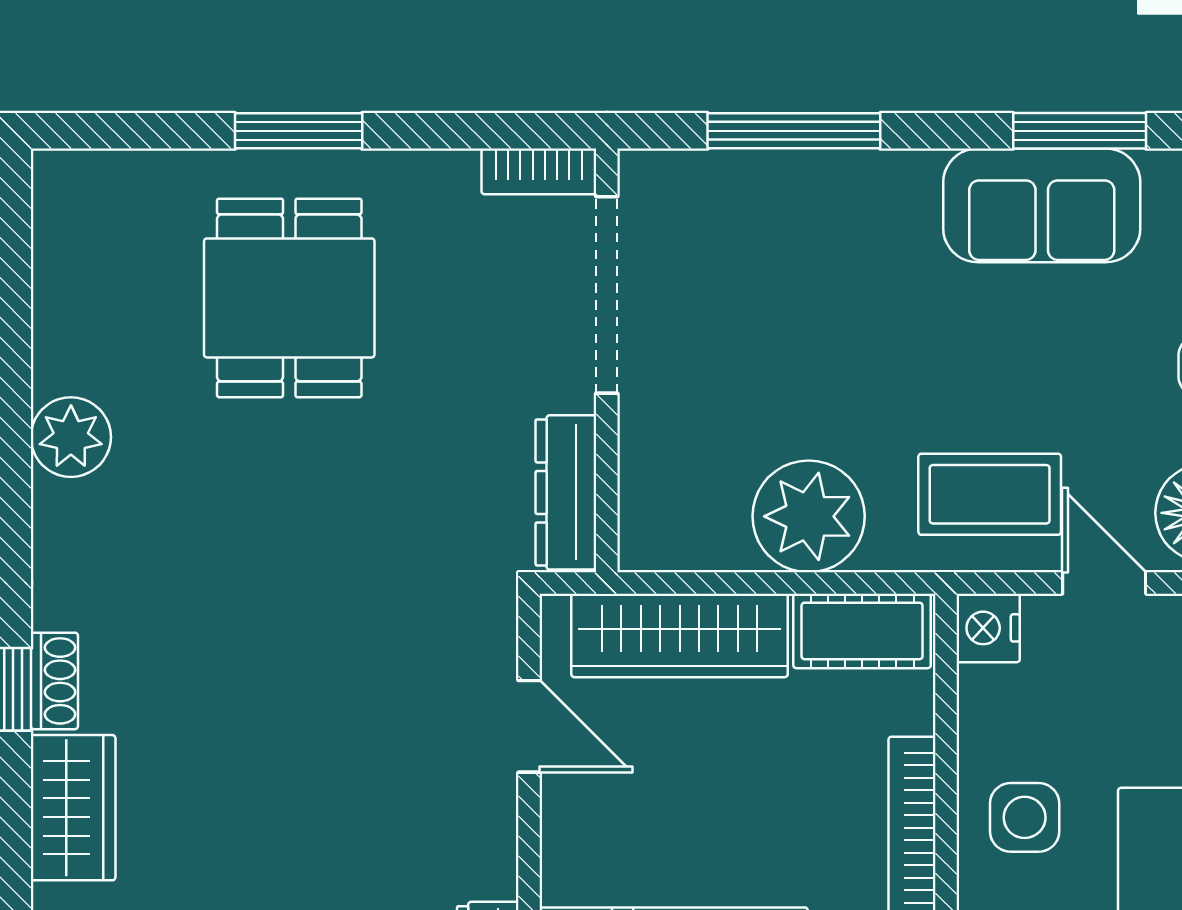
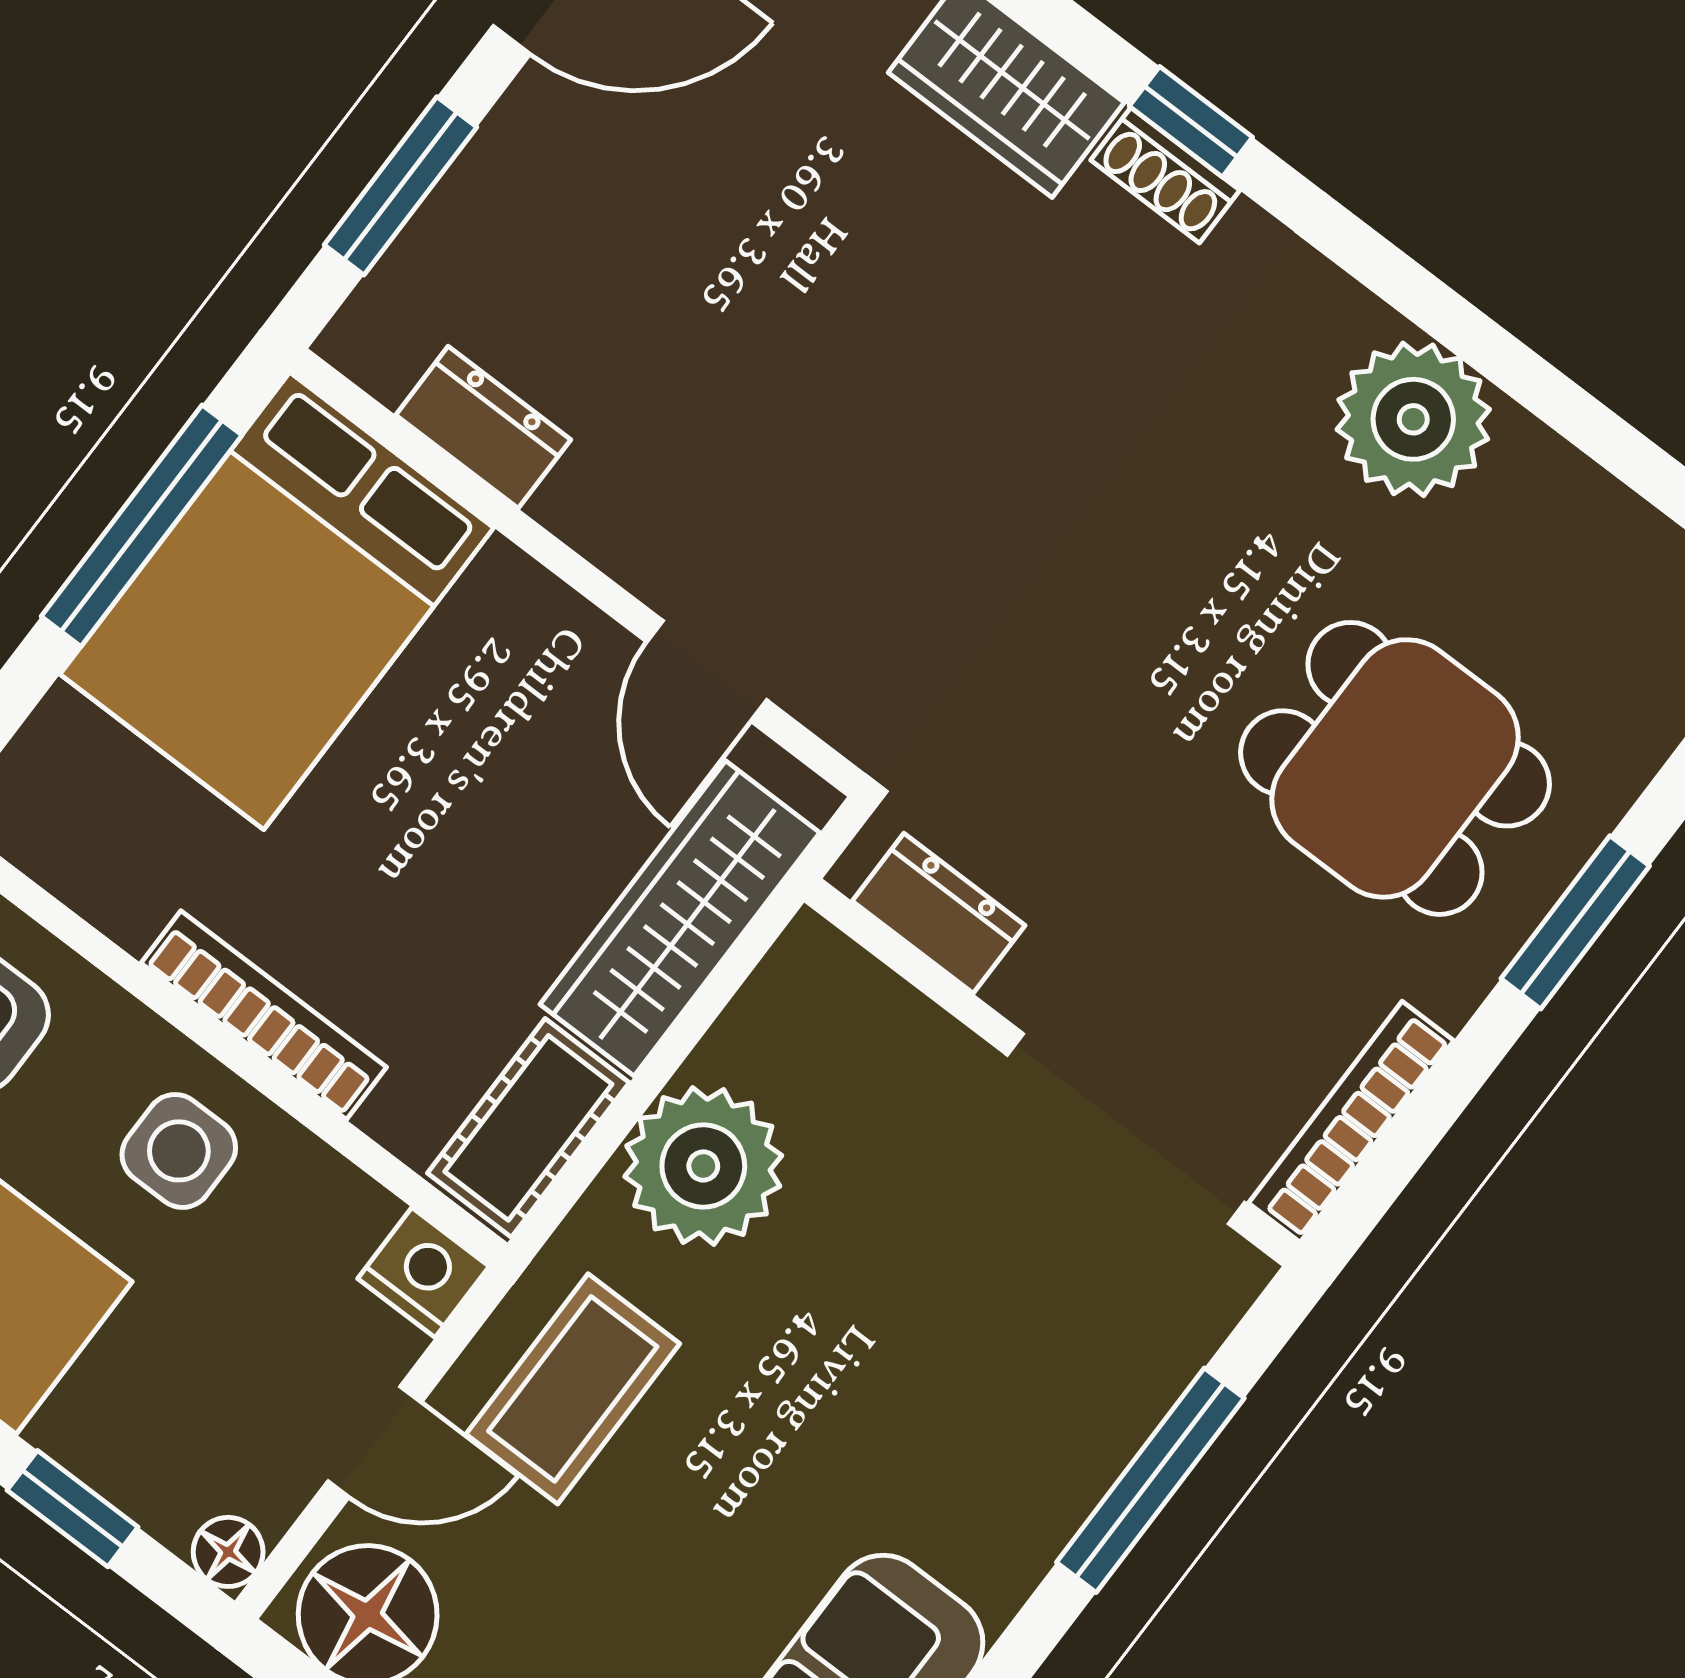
bookcase: (539, 171) -> (1351, 1122), width x1.56
plant: (71, 437) -> (1413, 419), width x1.36, depth x1.36
dresser: (566, 492) -> (939, 913), width x0.70
door: (529, 726) -> (707, 671), hinge flipped

